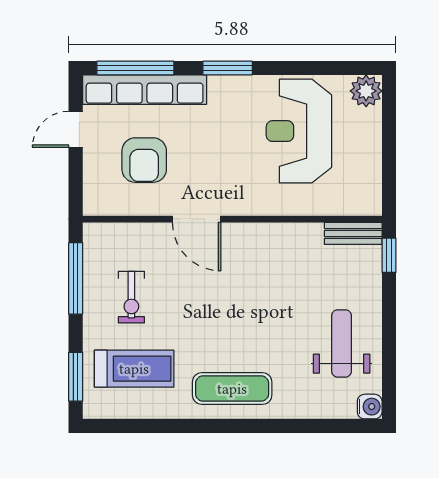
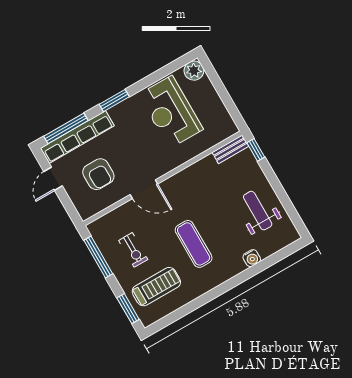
exercise mat: (232, 389) -> (194, 244), moved, turned 90
water cooler: (370, 407) -> (252, 258), moved, turned 90

